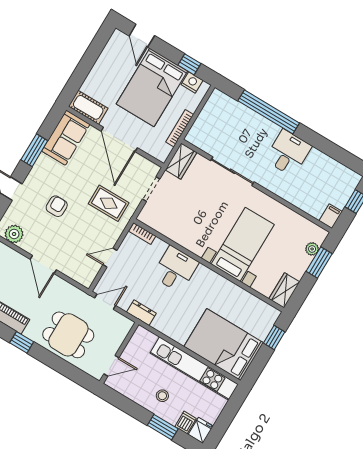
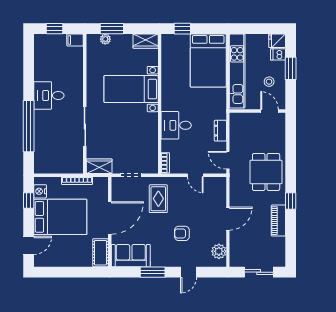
wall: (119, 353) -> (257, 111), moved
door: (111, 366) -> (270, 111), moved

